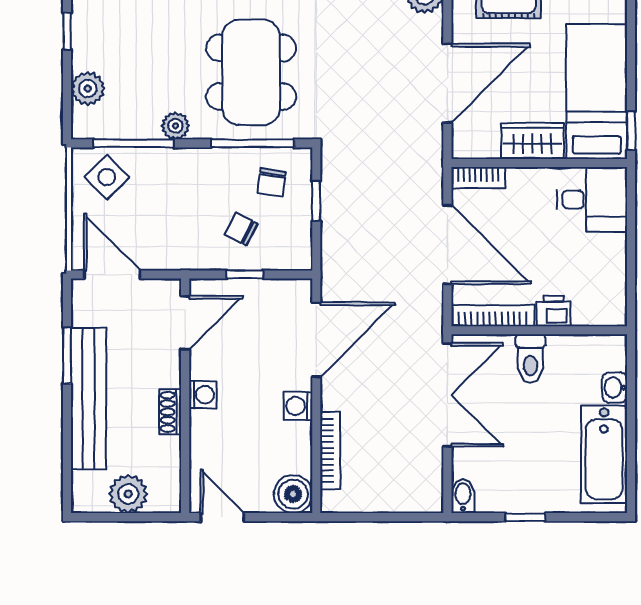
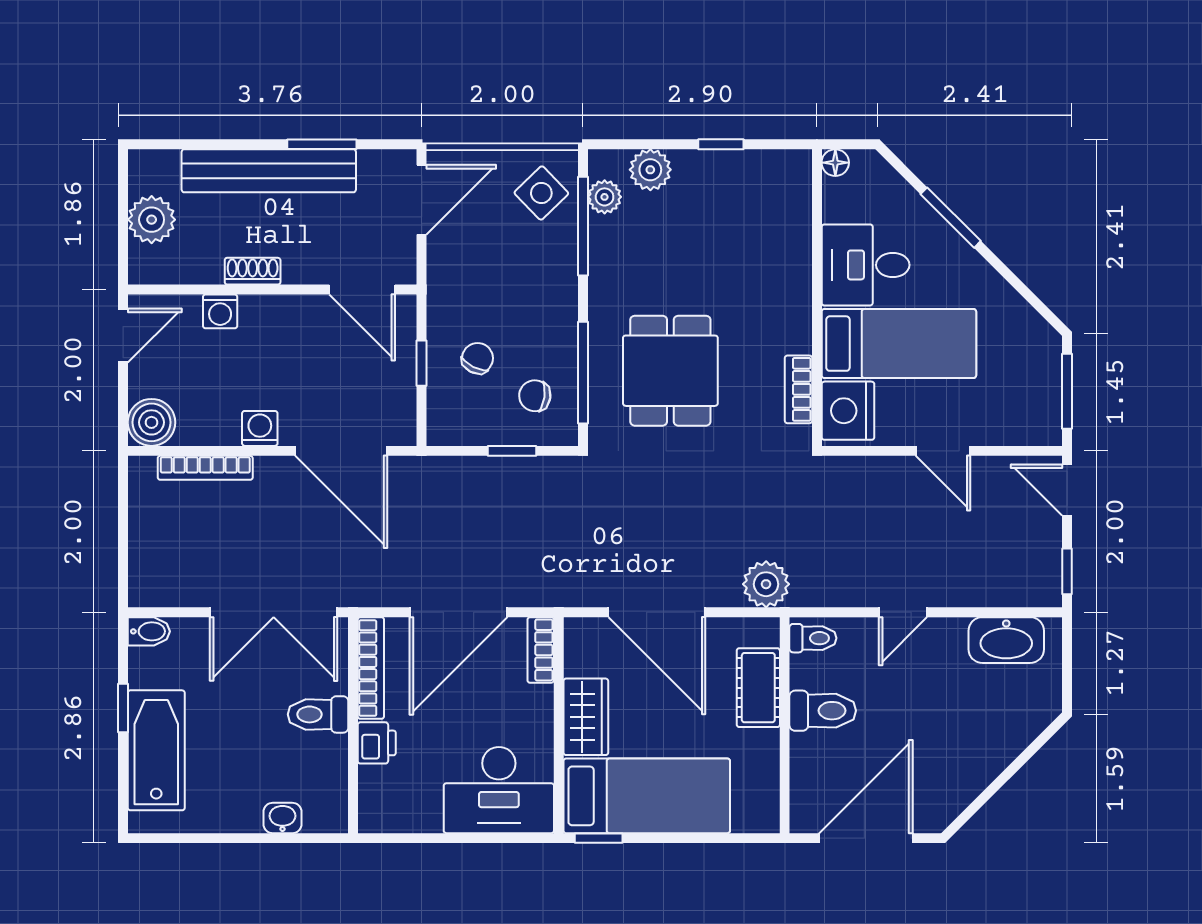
dining table: (251, 72) -> (670, 371), width x0.73
plant: (175, 126) -> (605, 197), moved
desk: (592, 200) -> (499, 790), width x1.37
washing machine: (203, 395) -> (220, 311), moved
bathtub: (604, 454) -> (156, 750), moved, turned 90

